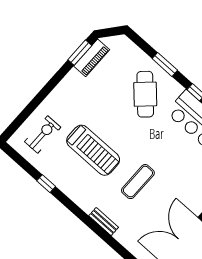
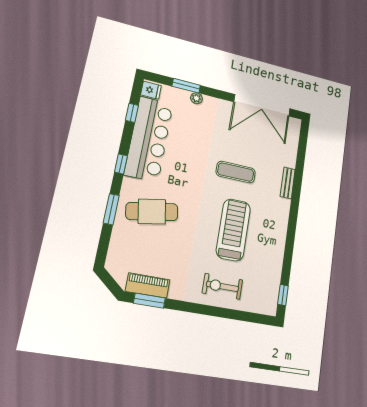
cafe table: (145, 94) -> (152, 212), turned 33
exercise bike: (43, 134) -> (222, 286), moved
window: (46, 184) -> (283, 295), moved

